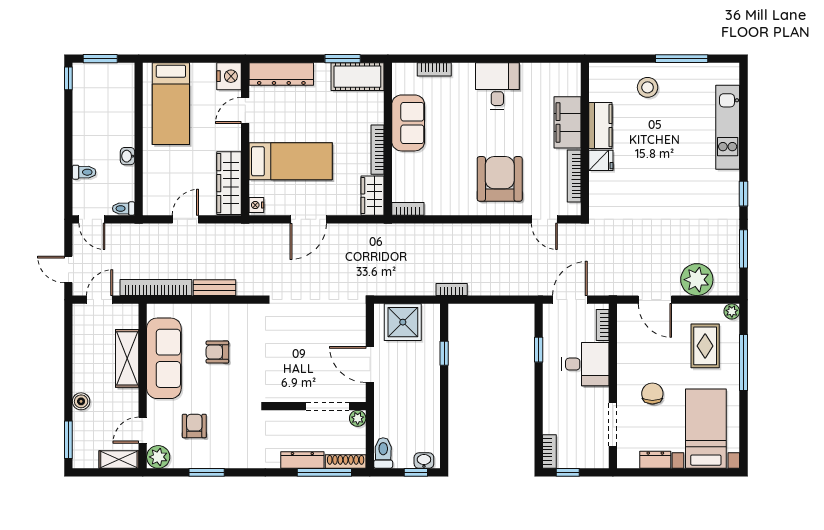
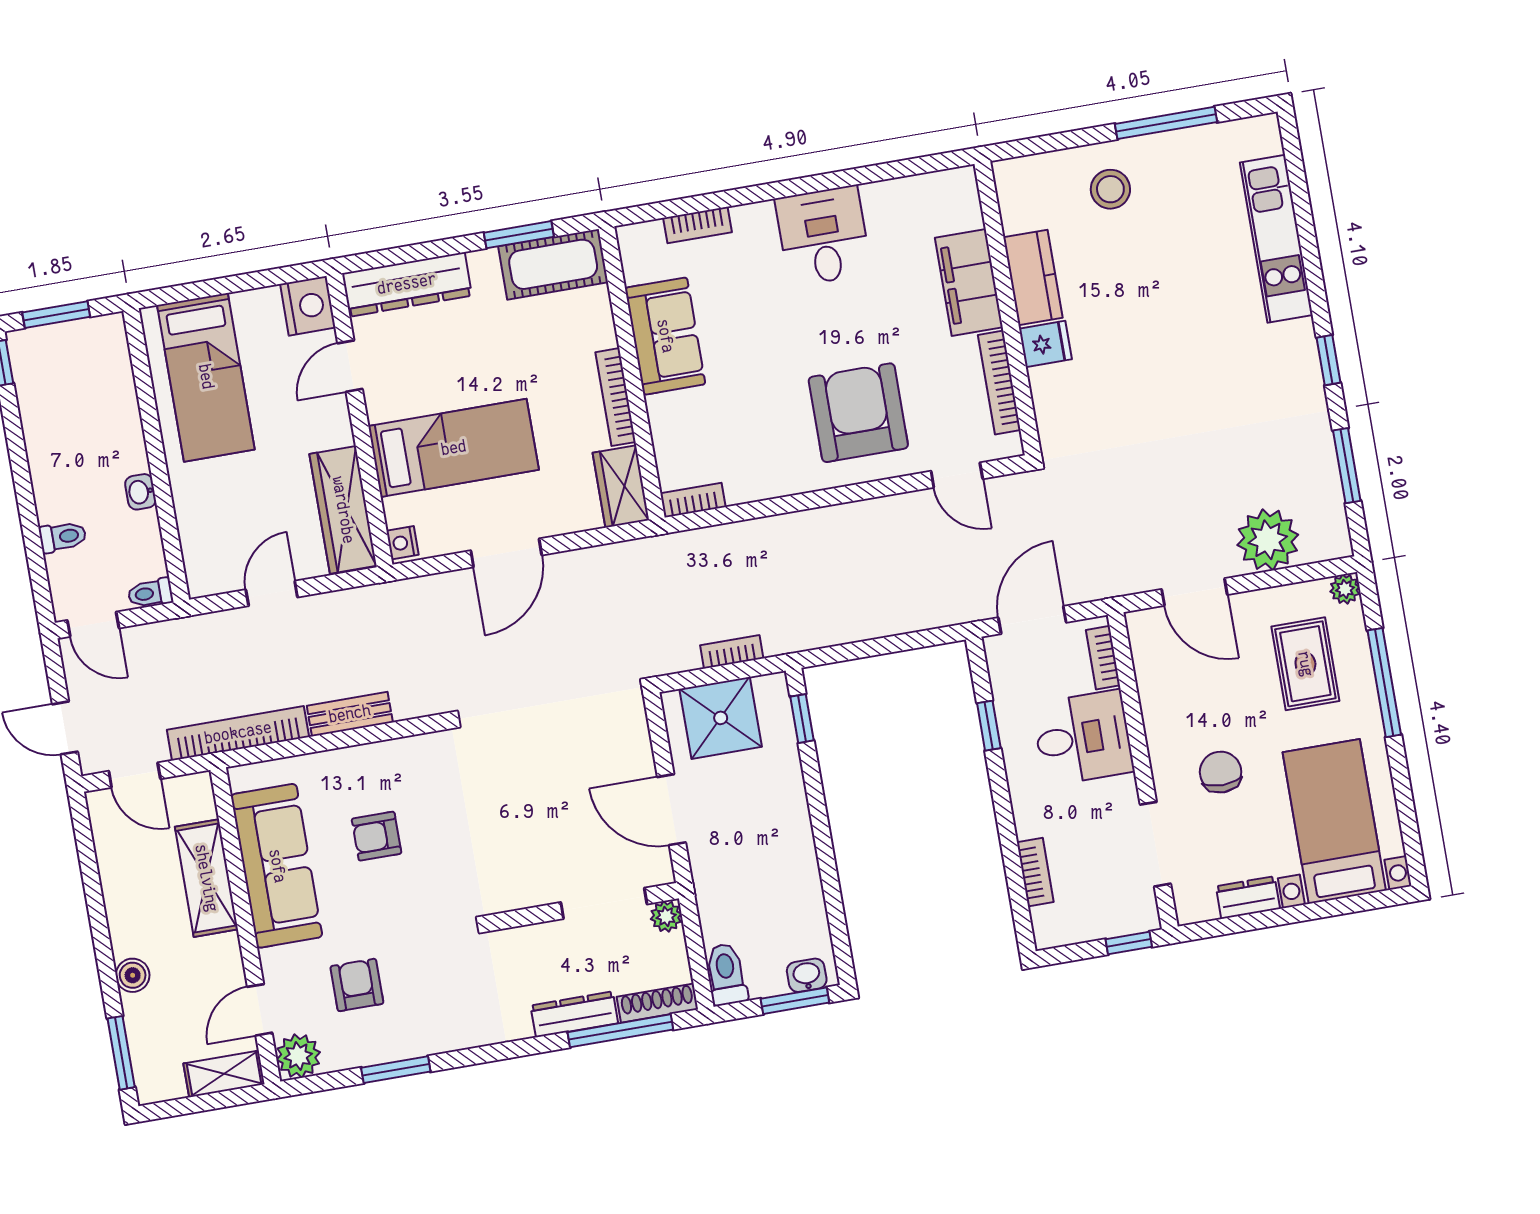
bookcase: (452, 289) -> (732, 652), moved
door: (100, 300) -> (135, 775), swing flipped
window: (444, 353) -> (802, 719), moved
bookcase: (549, 452) -> (1035, 872), moved
window: (416, 472) -> (795, 1001), width x1.50
window: (568, 472) -> (1129, 943), moved

